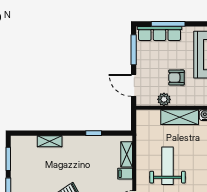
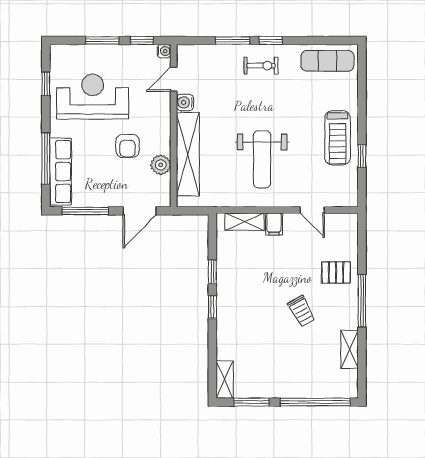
shelving: (180, 117) -> (188, 154), width x1.47
window: (71, 133) -> (212, 307), added
shelving: (50, 141) -> (225, 379), moved
weight bench: (168, 166) -> (262, 159), turned -90

